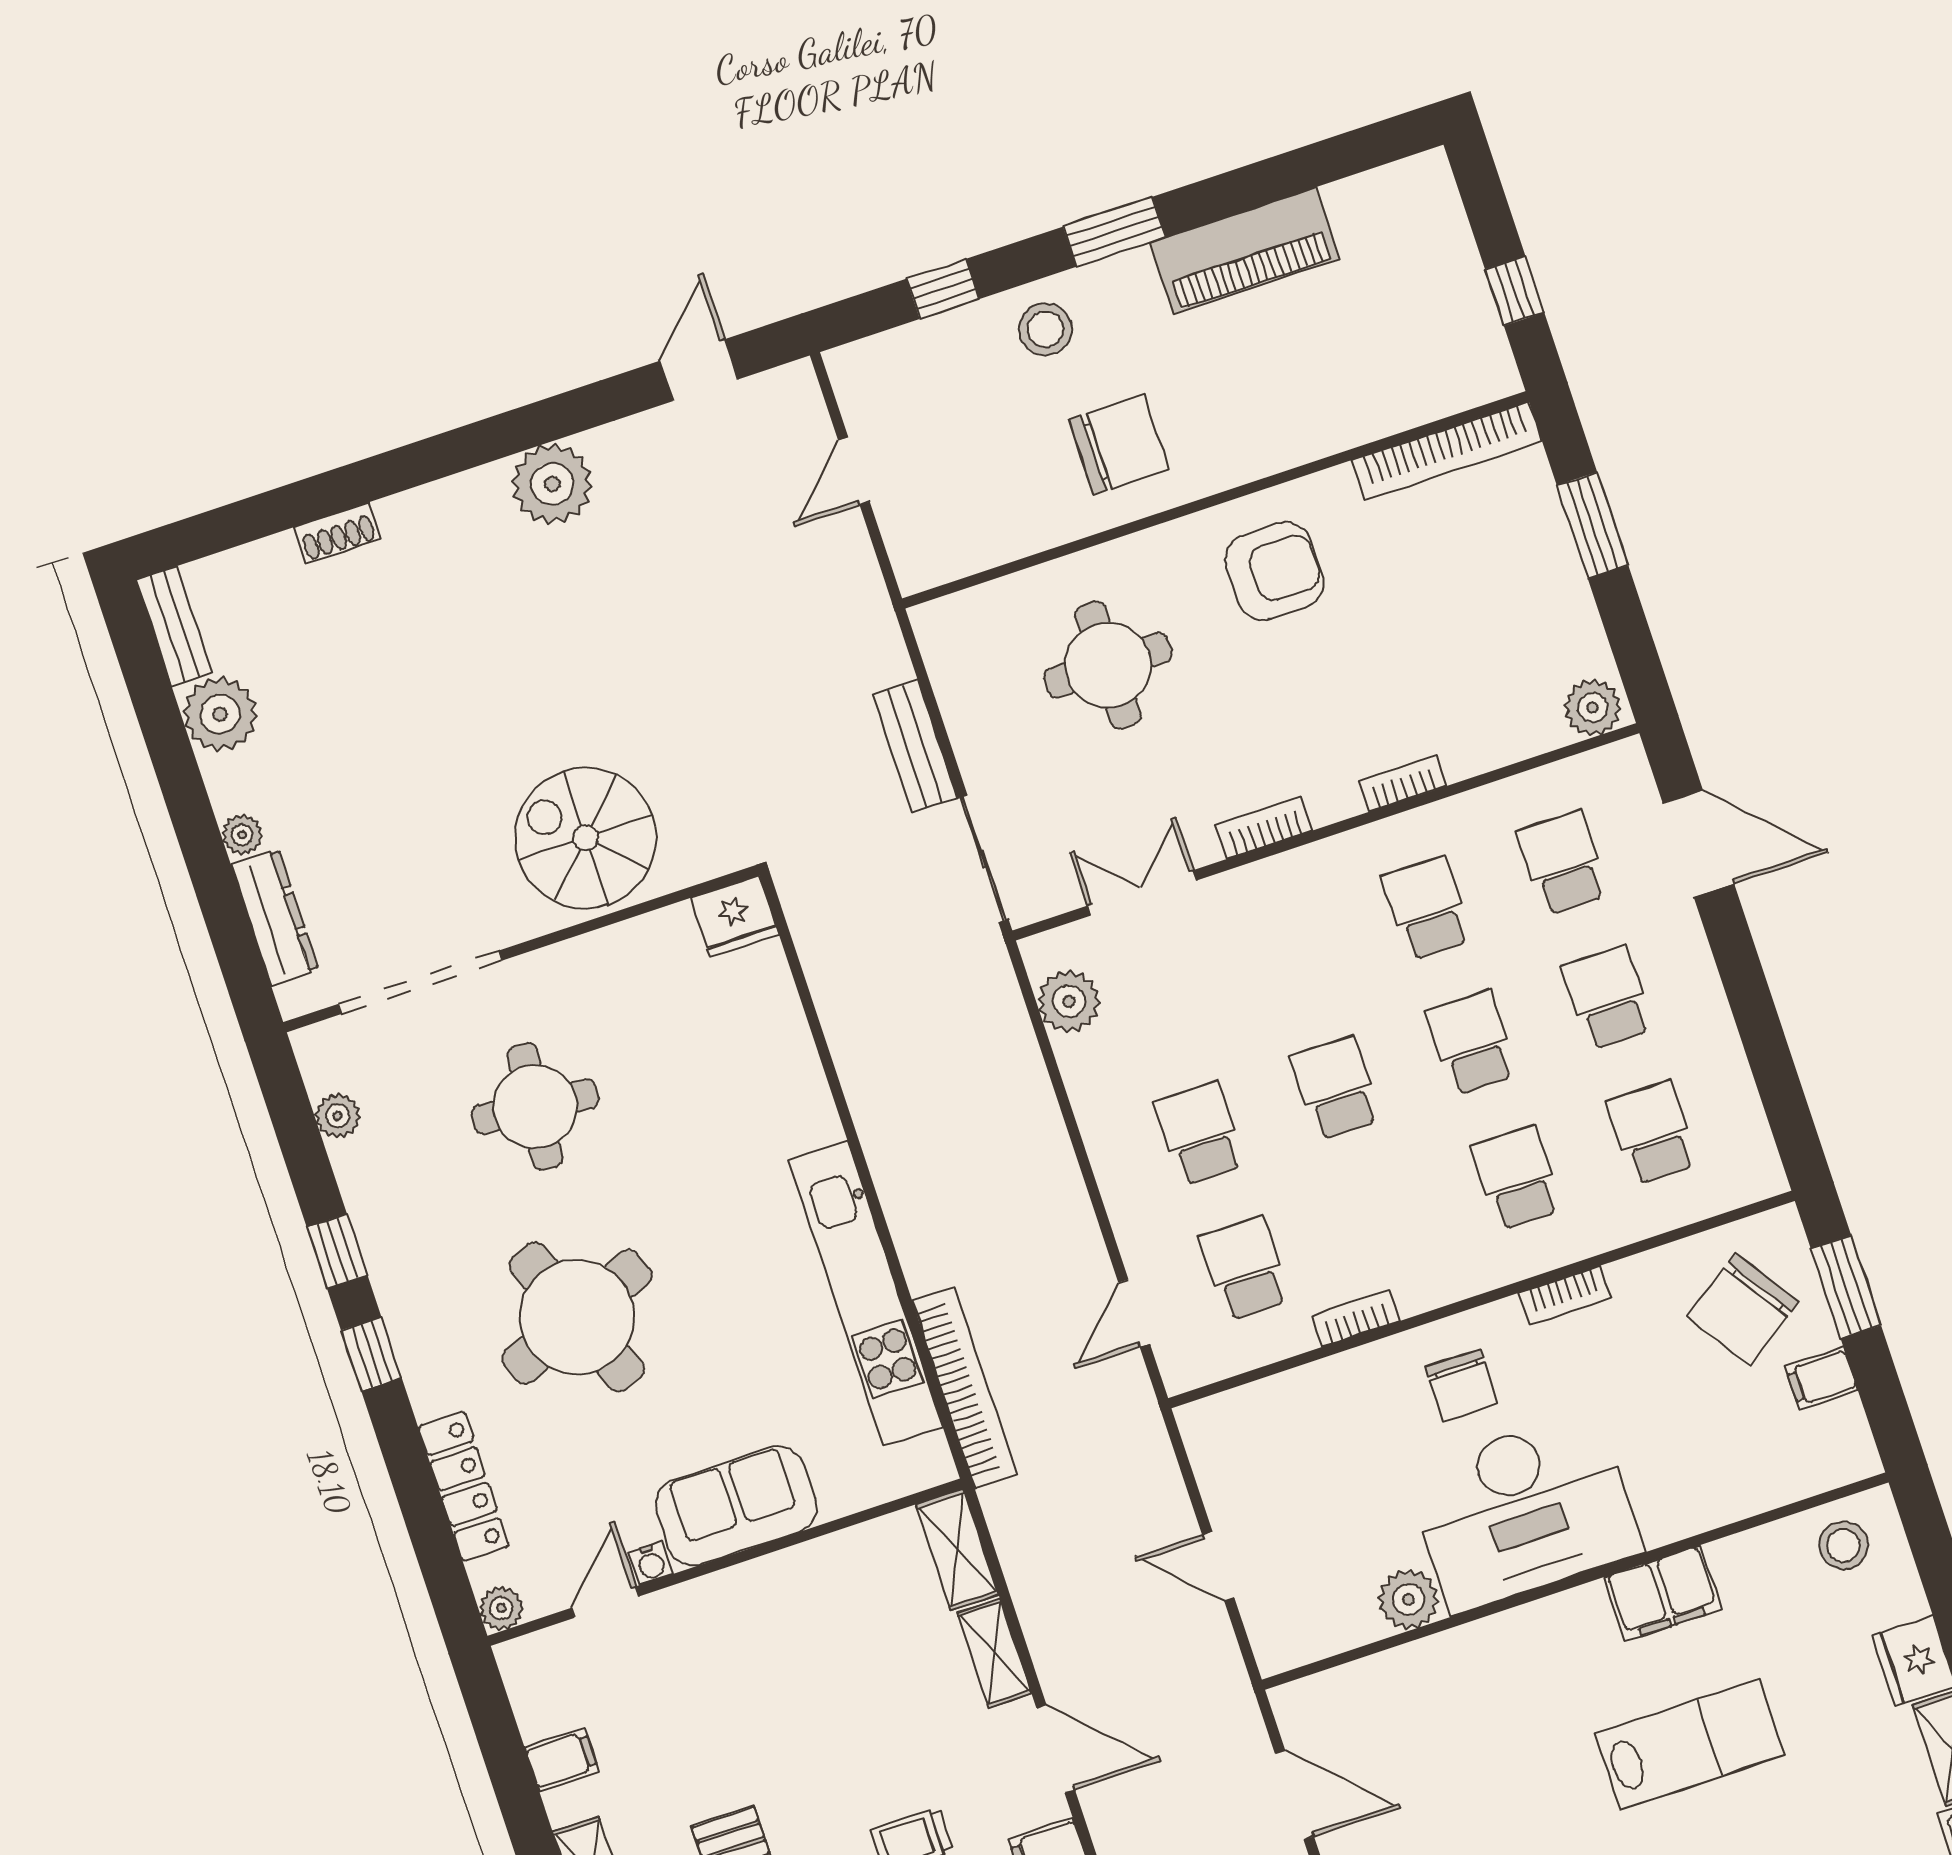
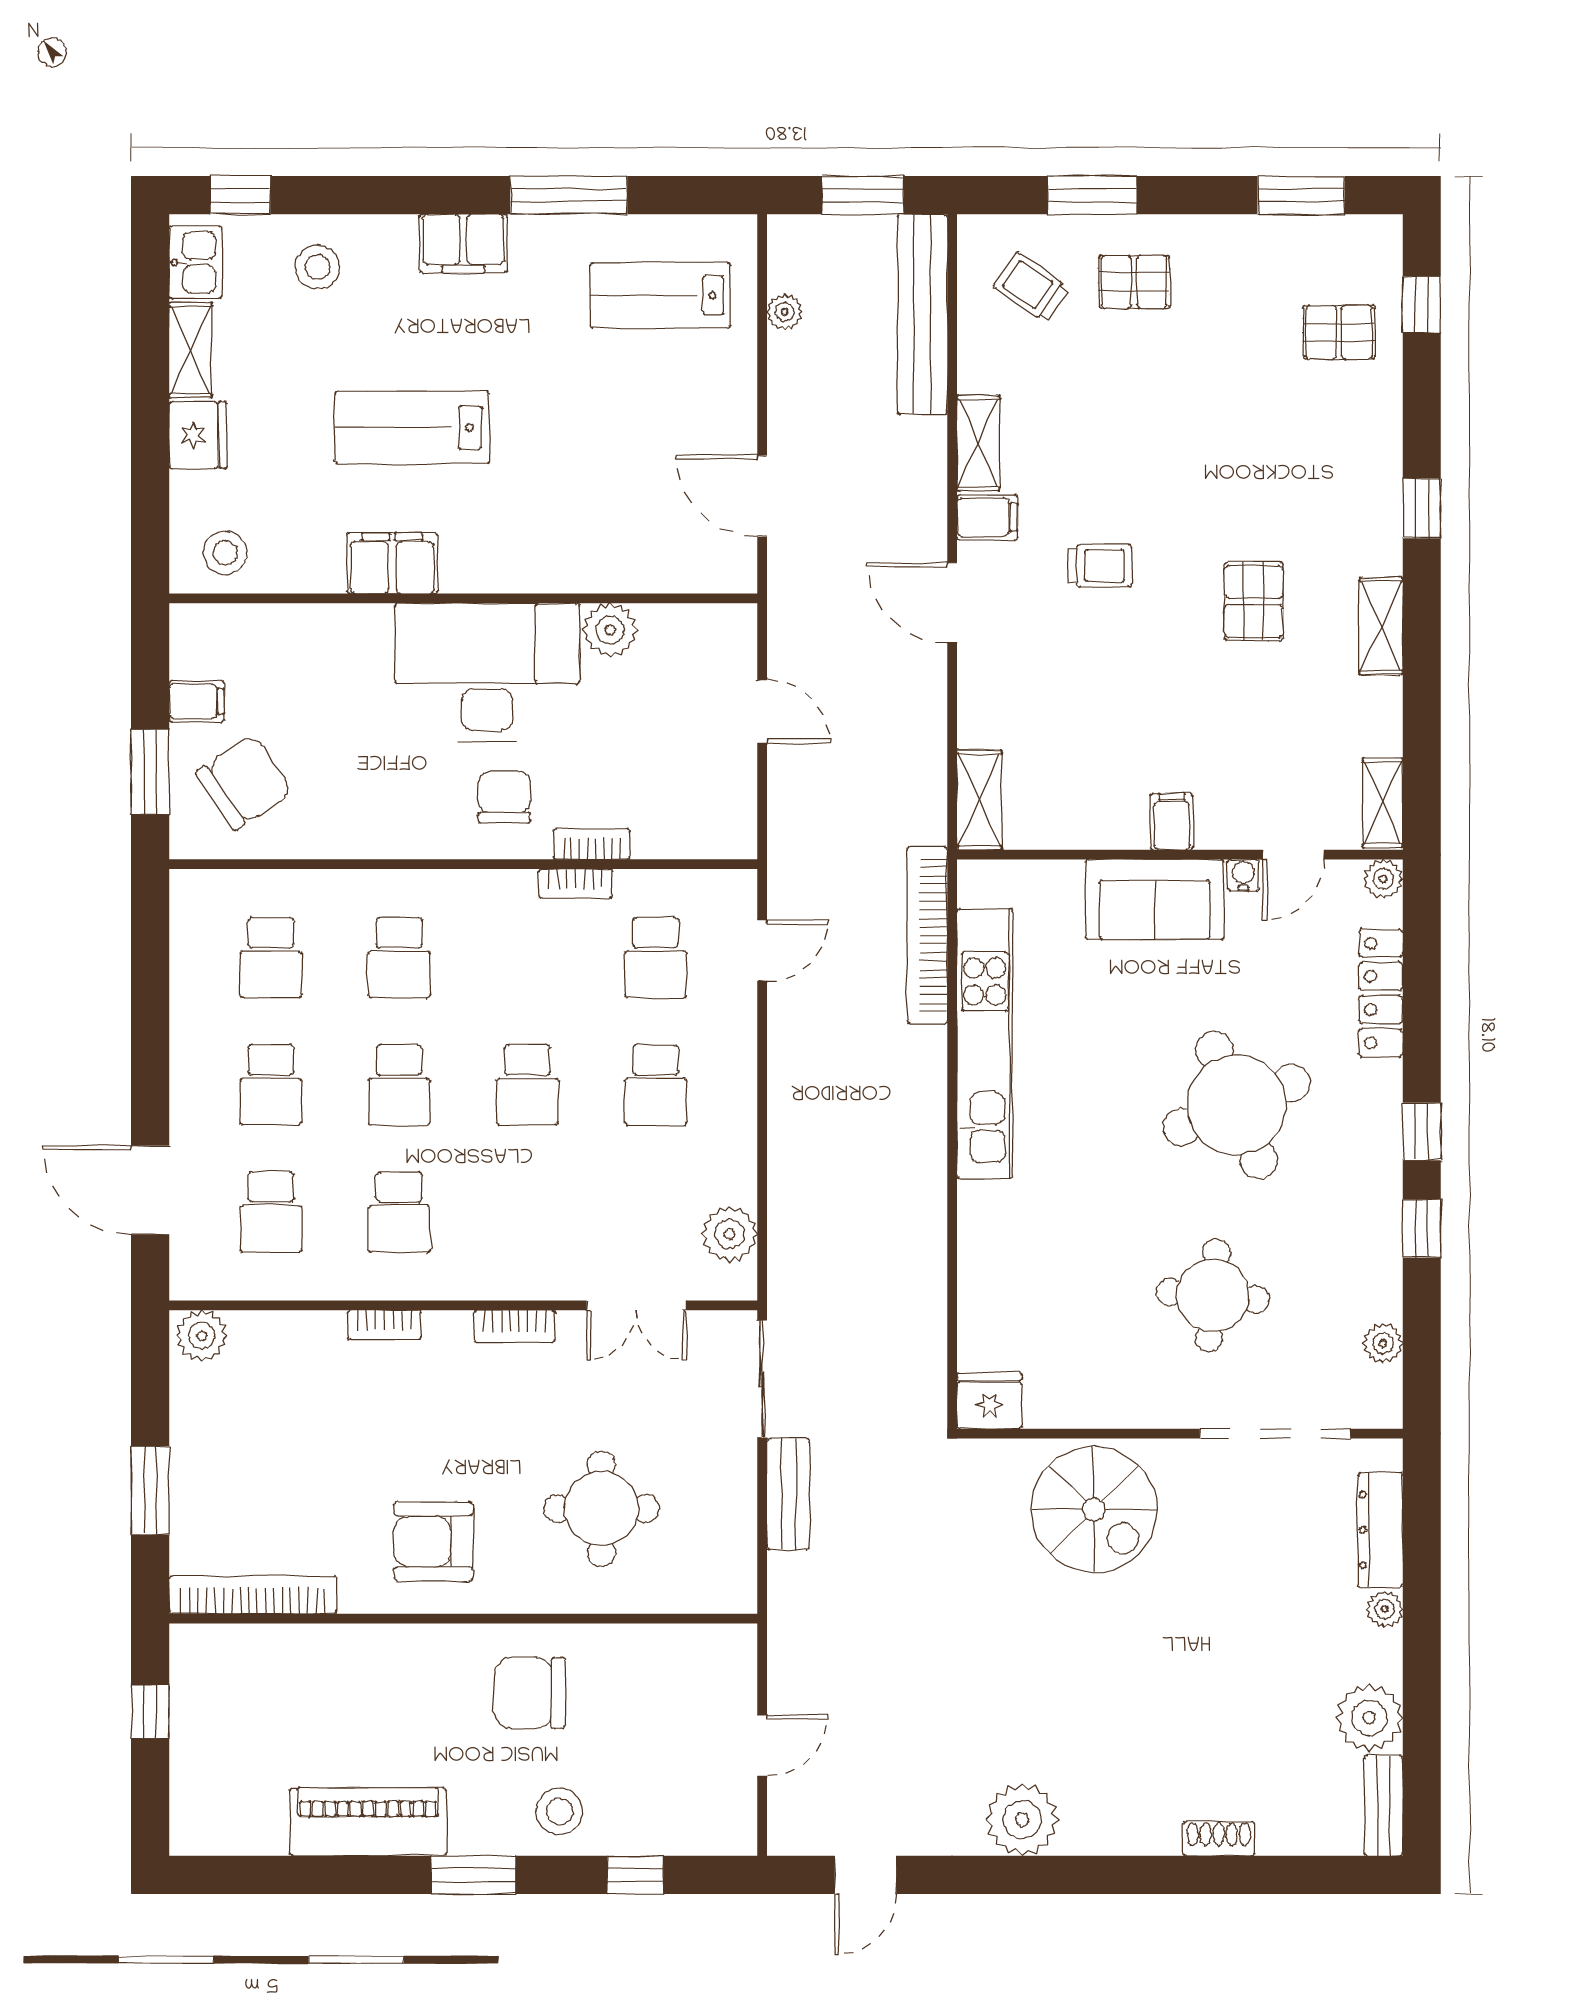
bookcase: (1565, 1295) -> (592, 844), moved
shelving: (994, 1653) -> (1383, 803), moved
filing cabinet: (562, 1760) -> (1172, 822), moved, turned 90

